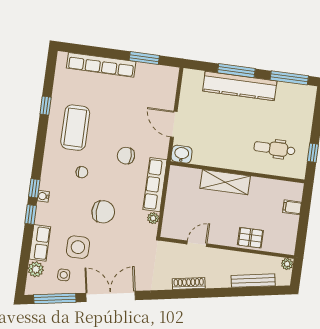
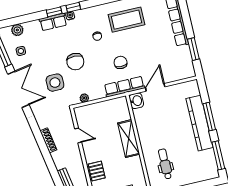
row of seats: (155, 185) -> (124, 87), moved
row of seats: (40, 243) -> (53, 22), moved
side table: (78, 247) -> (55, 83), moved

